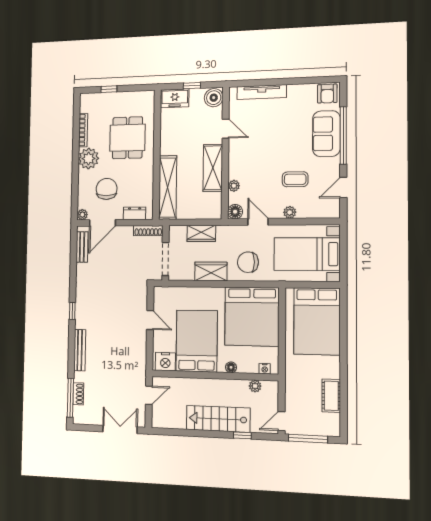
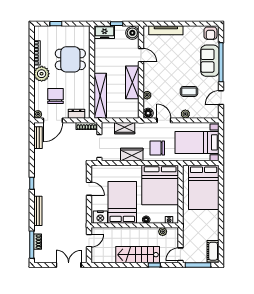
dining table: (127, 138) -> (70, 59), turned 90
cot: (331, 396) -> (213, 251), moved

